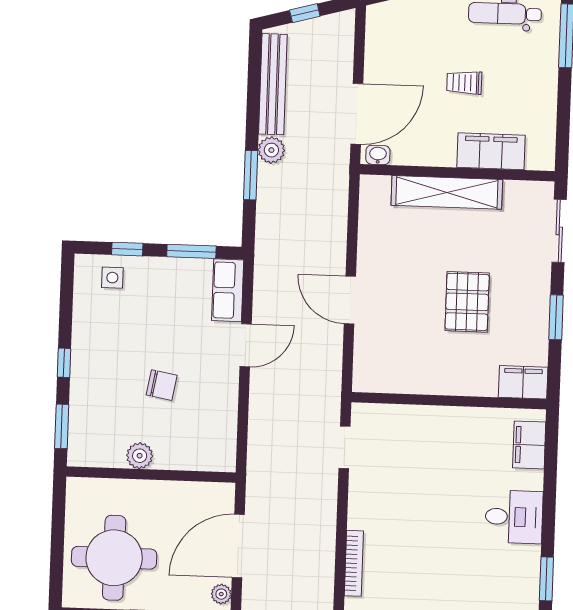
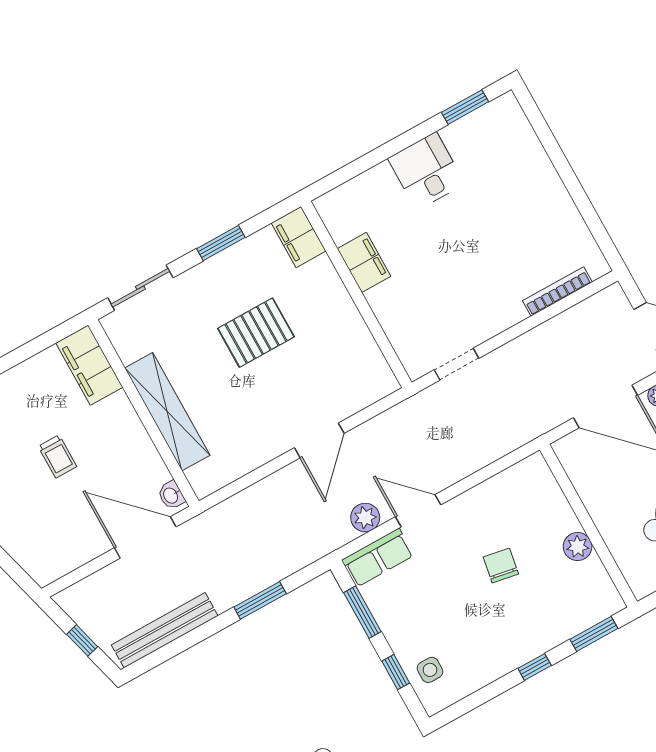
plant: (271, 150) -> (365, 518), moved
filing cabinet: (491, 151) -> (89, 365), moved
filing cabinet: (529, 445) -> (364, 262), moved, turned -90

